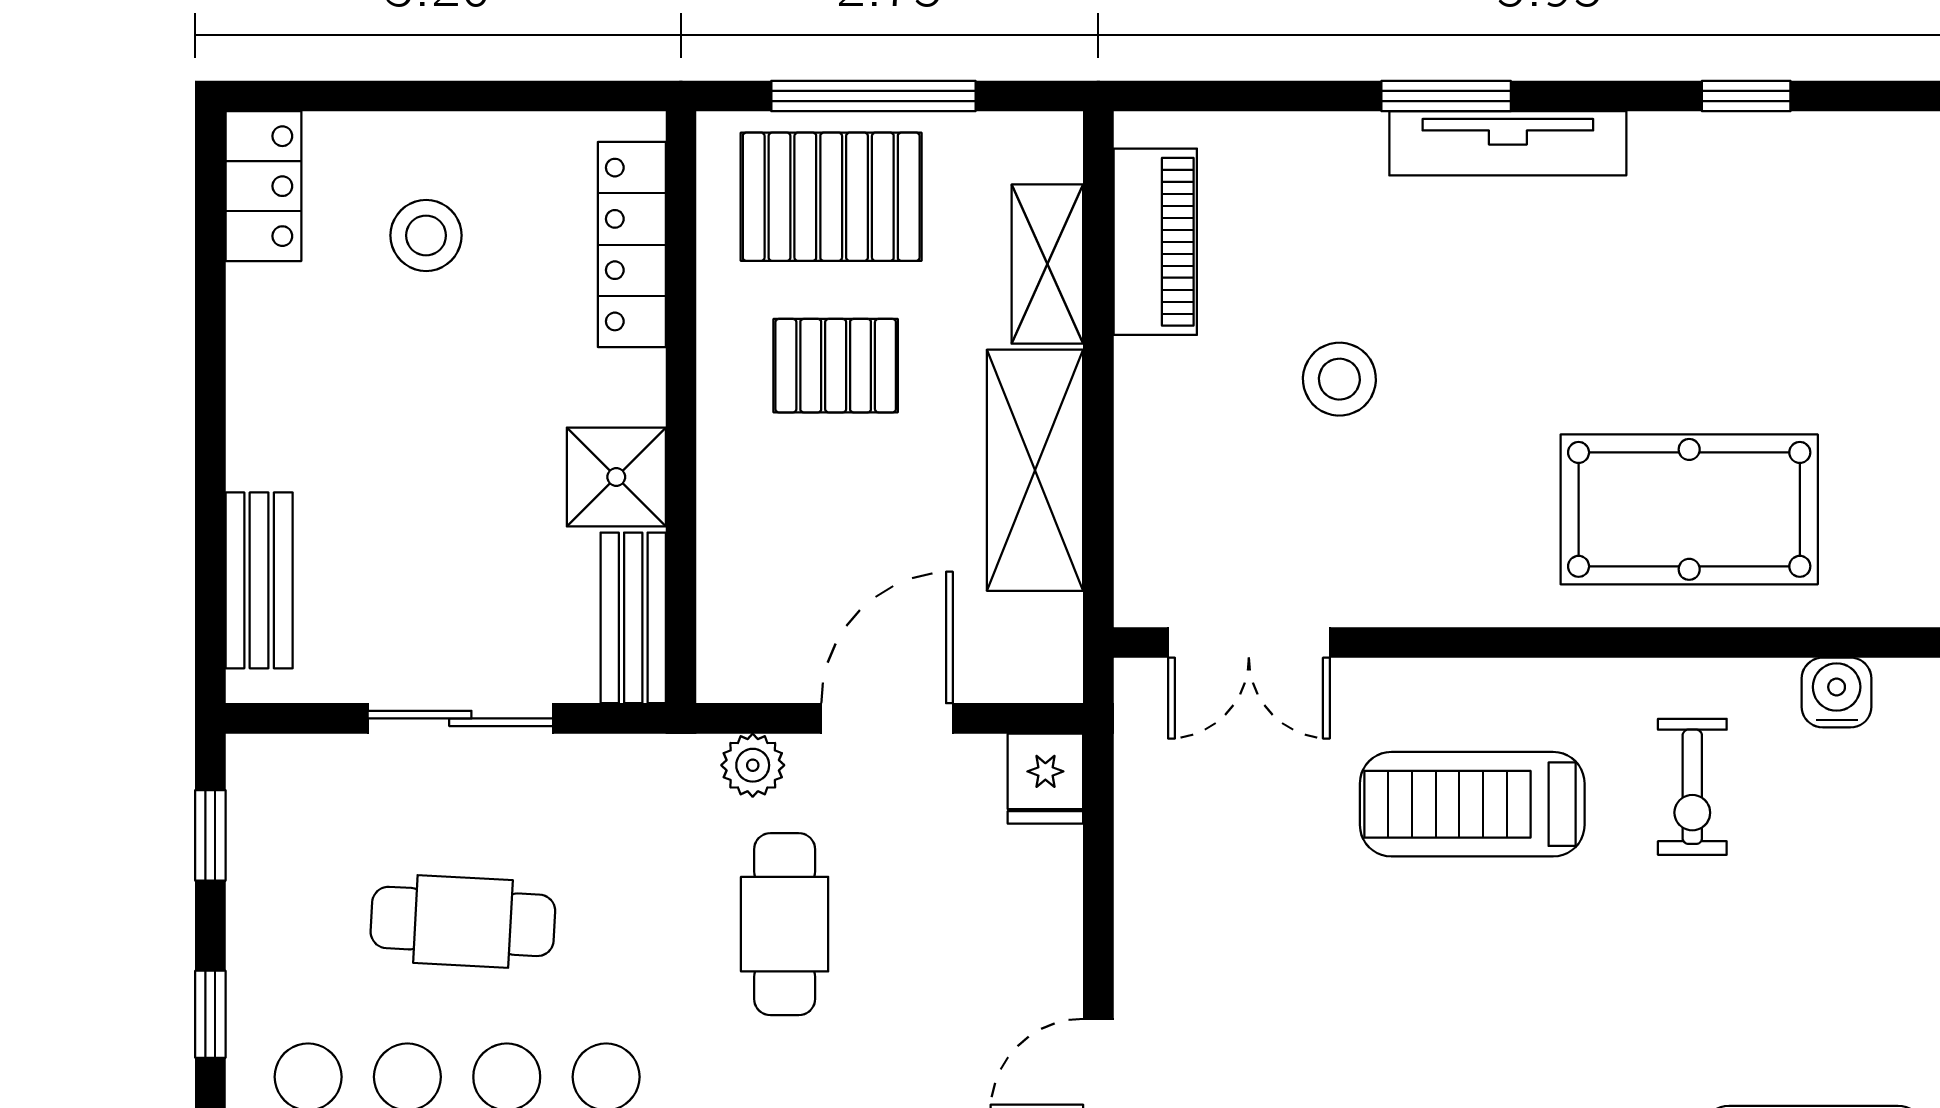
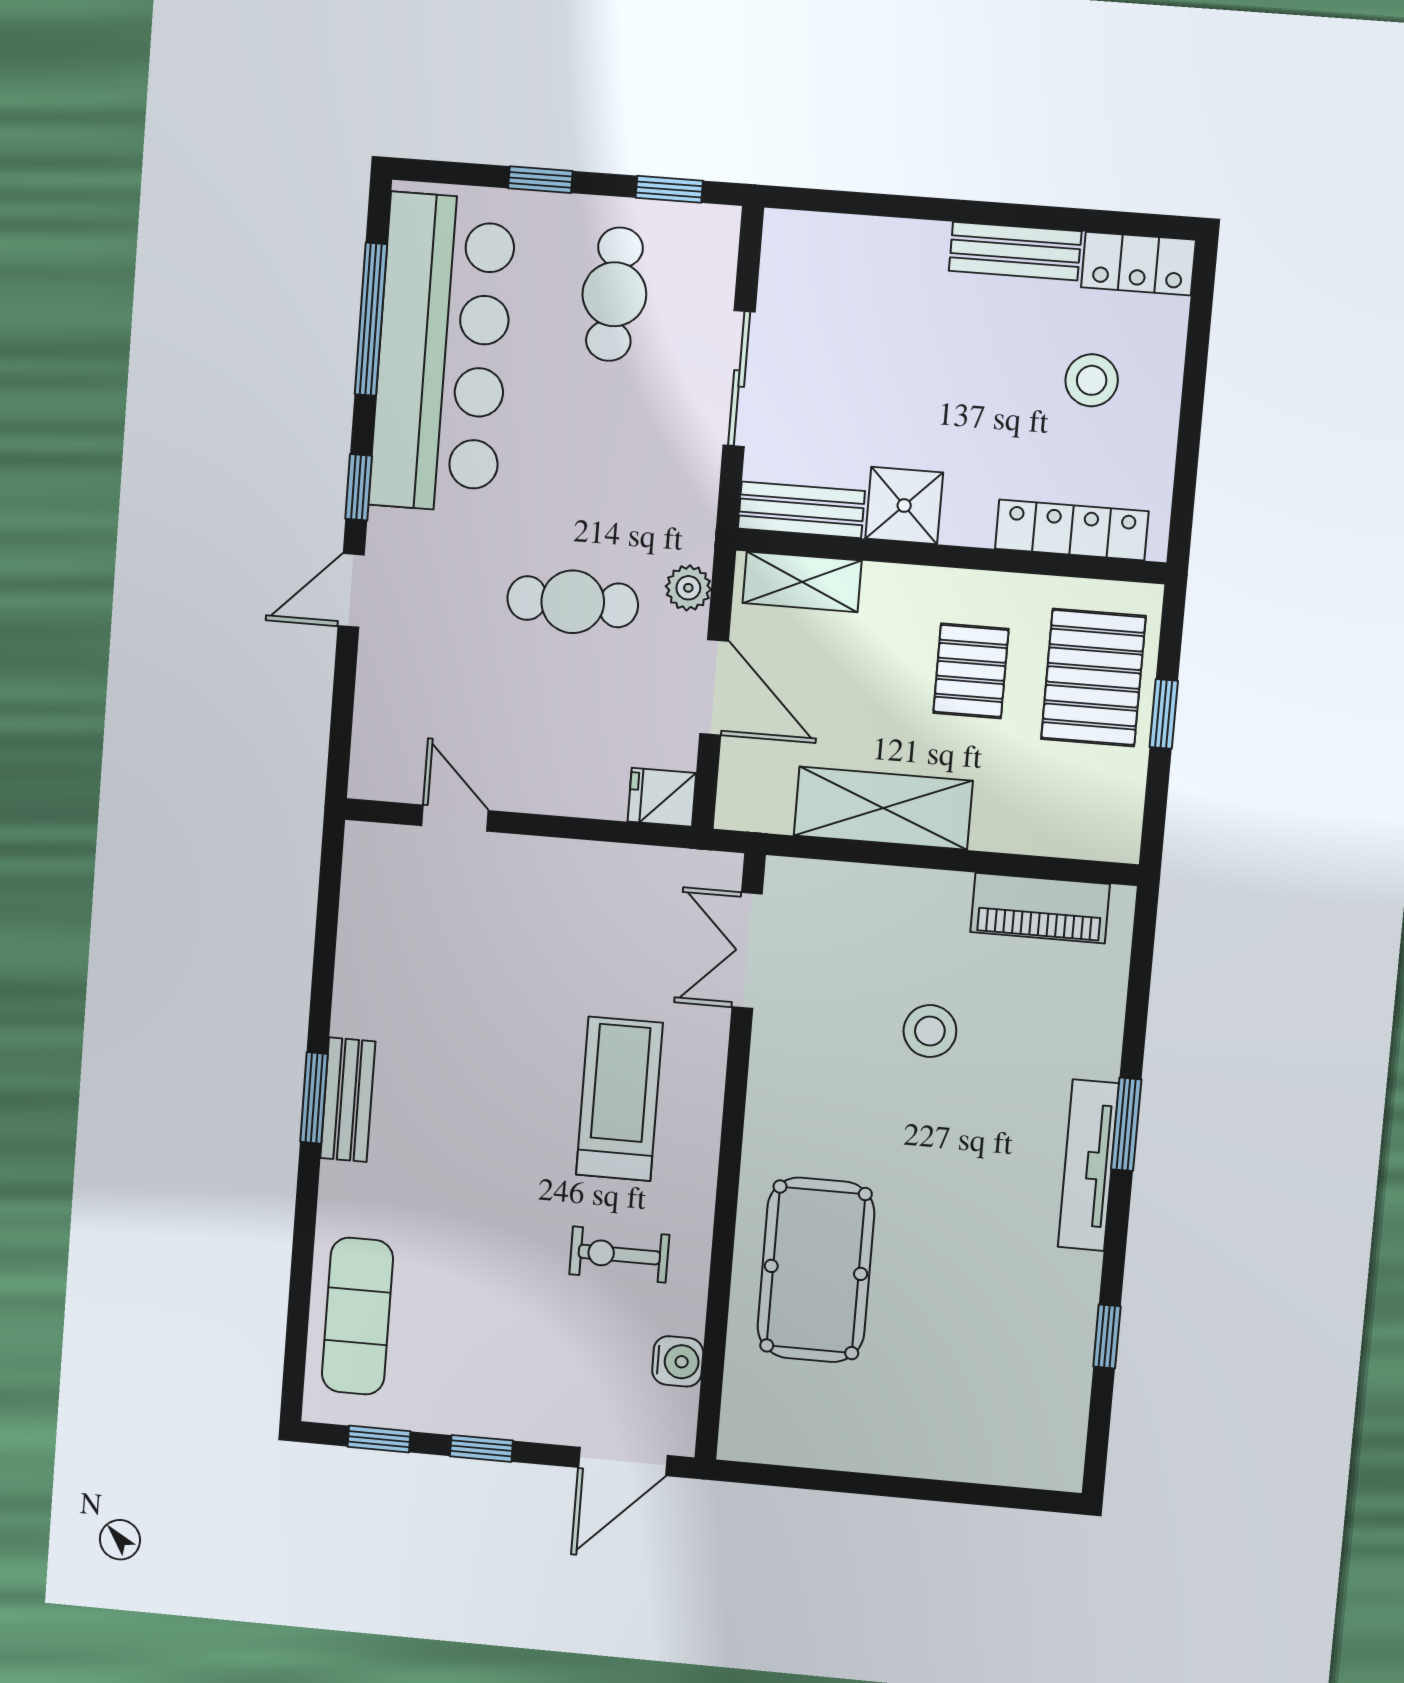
window: (873, 96) -> (1164, 714), width x0.46
shelving: (1047, 264) -> (802, 582), moved
bench: (259, 580) -> (1015, 251), moved
cafe table: (463, 921) -> (614, 294), moved

